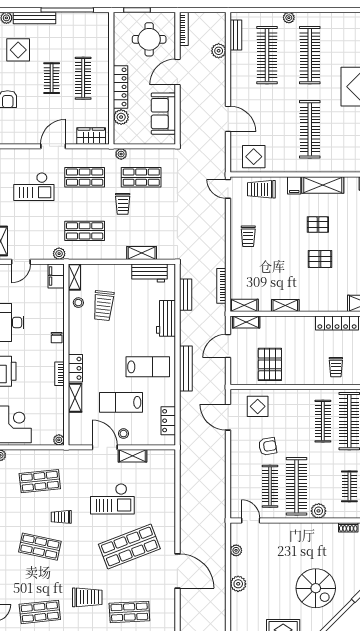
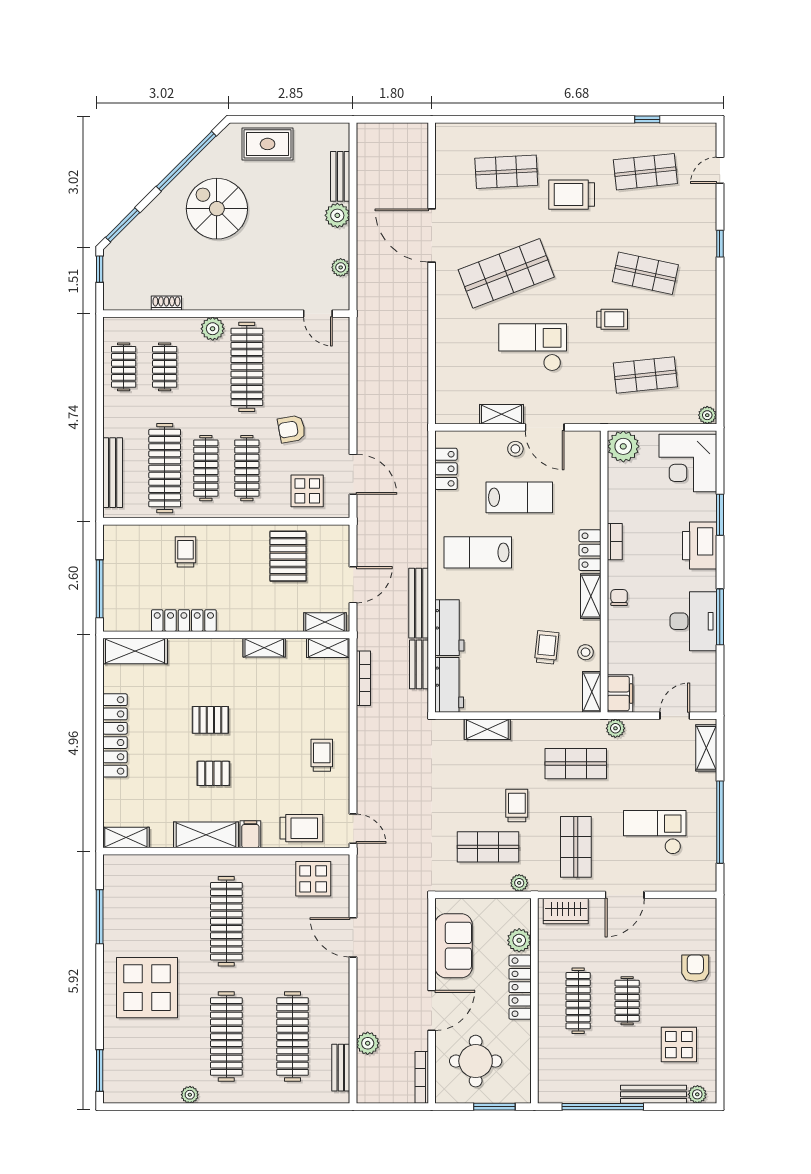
plant: (289, 18) -> (190, 1095), moved
shop shelf: (85, 177) -> (576, 847), turned 90
workbench: (150, 273) -> (449, 685), moved, turned 90
trolley: (103, 306) -> (547, 647), width x0.73, depth x0.72
bench: (186, 368) -> (419, 603), moved
shelving: (75, 398) -> (591, 596), moved
plant: (59, 440) -> (623, 446), width x1.88, depth x1.88
clothes rail: (270, 486) -> (247, 468), moved
bench: (236, 609) -> (340, 176), added

